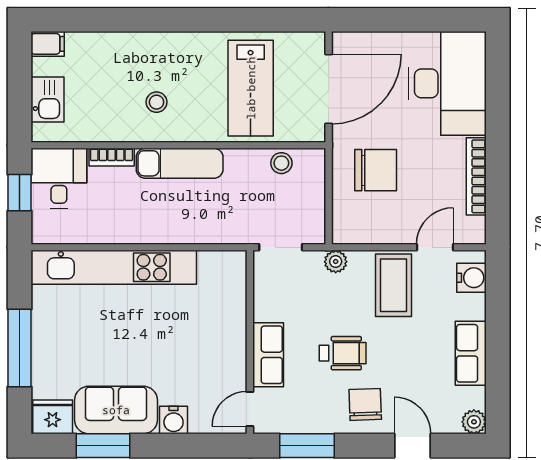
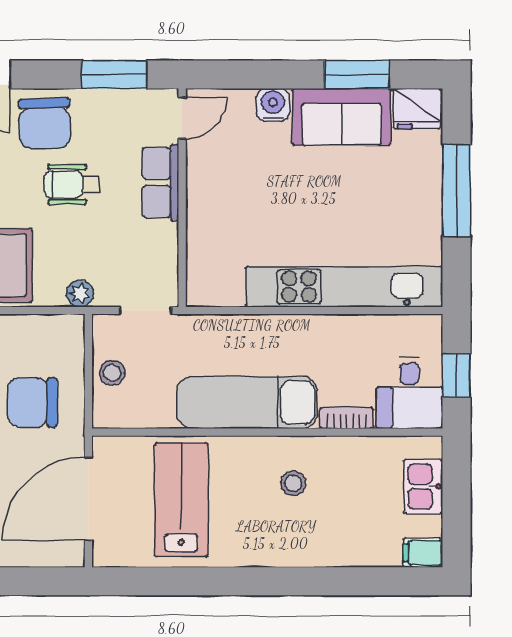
exam couch: (180, 163) -> (247, 402), width x1.36, depth x1.45
stool: (281, 163) -> (112, 373), moved
chair: (365, 404) -> (45, 123), width x1.37, depth x1.37

